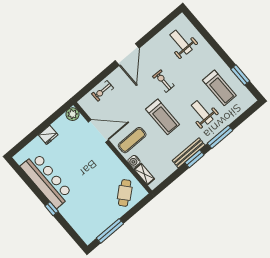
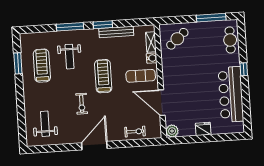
weight bench: (181, 42) -> (45, 124), turned 180
bench: (189, 153) -> (116, 32), moved
cafe table: (81, 224) -> (230, 40), added

